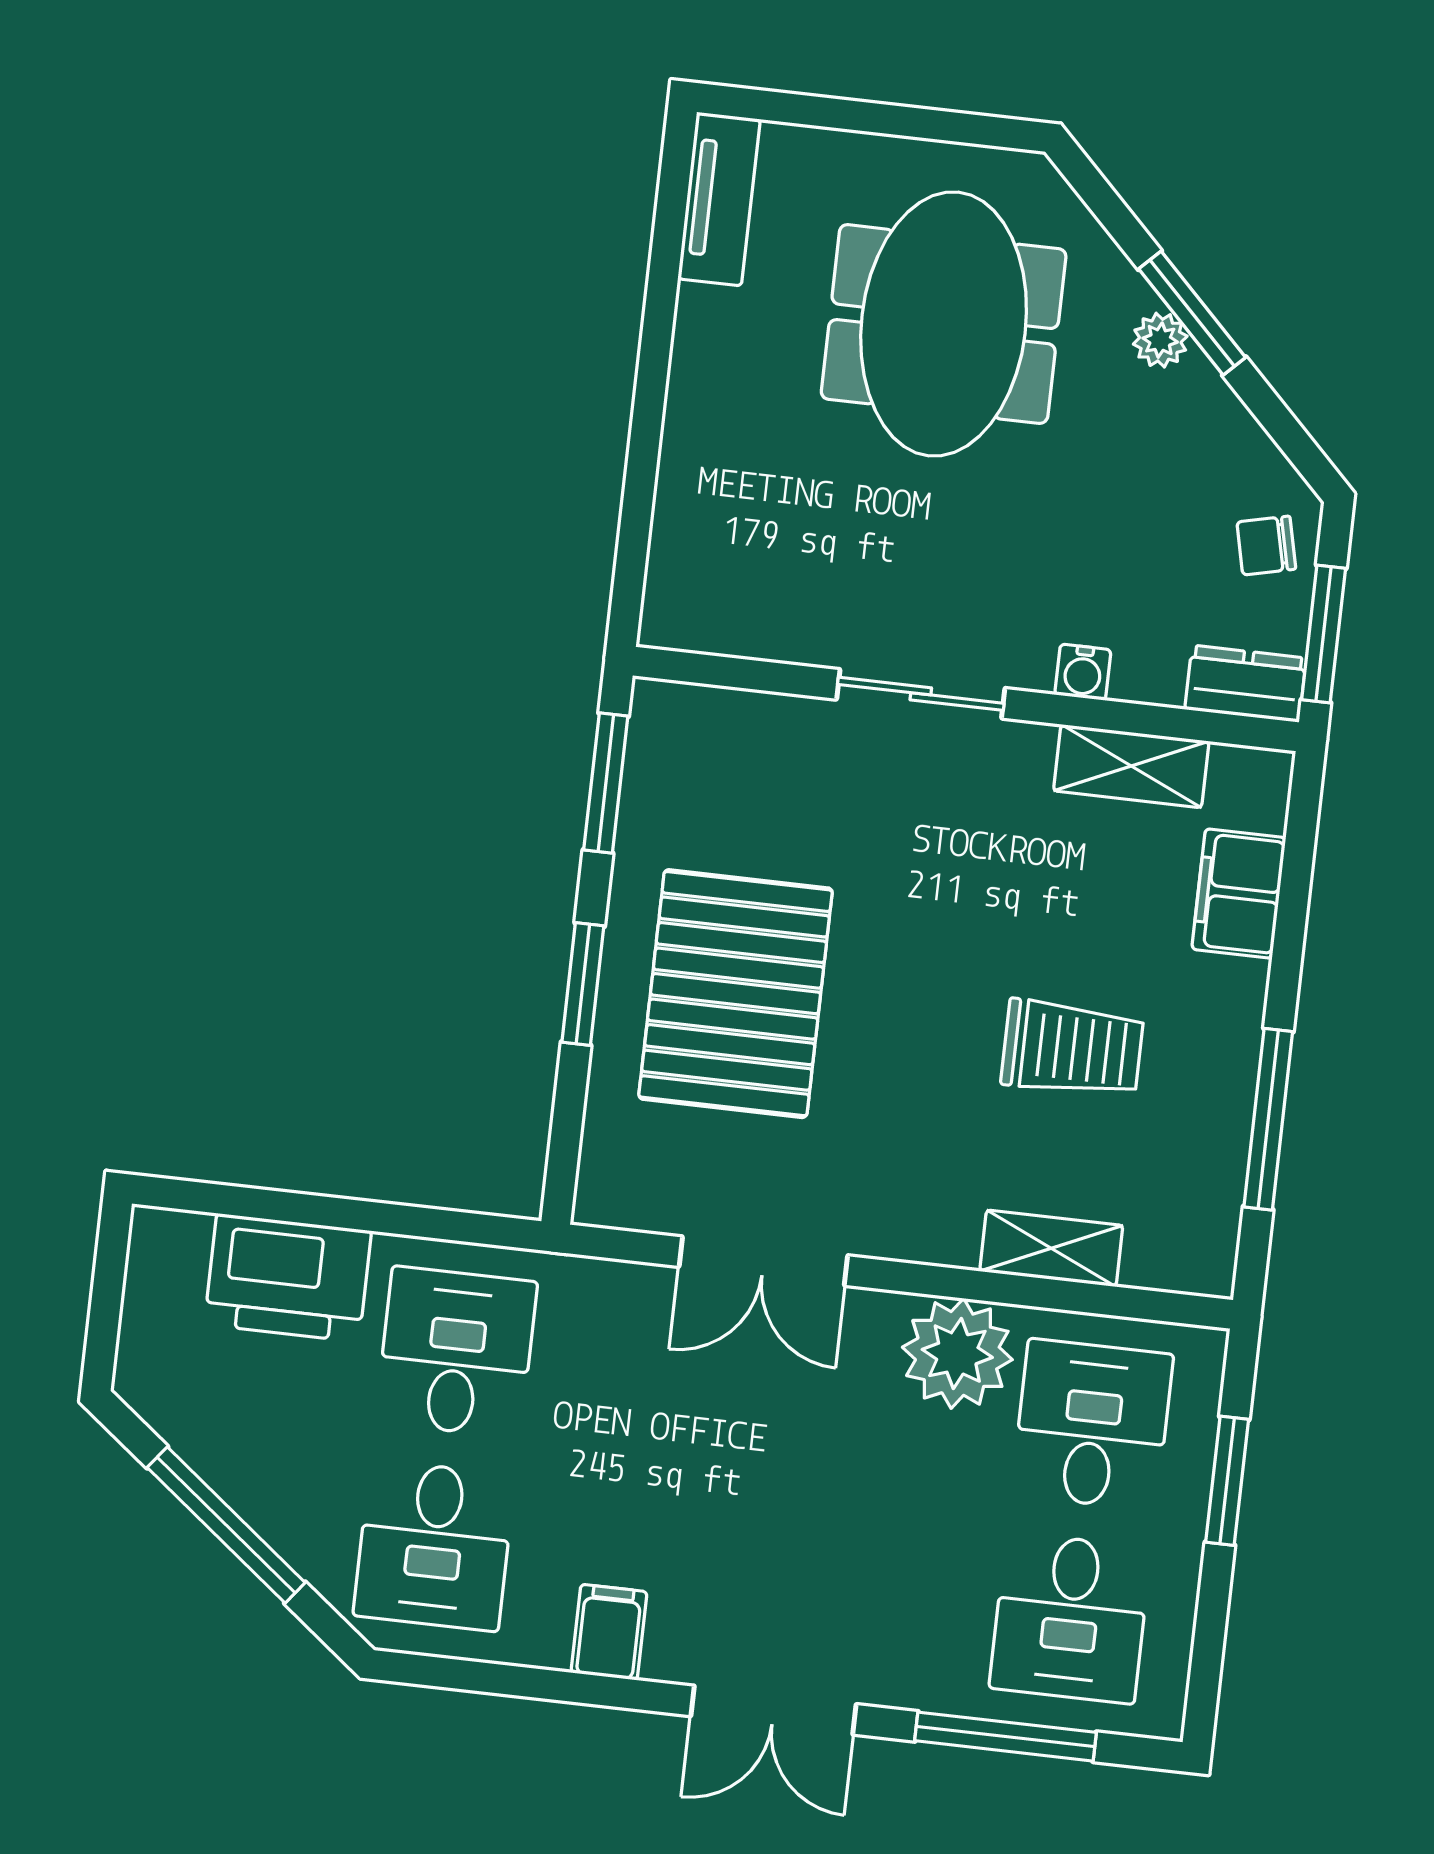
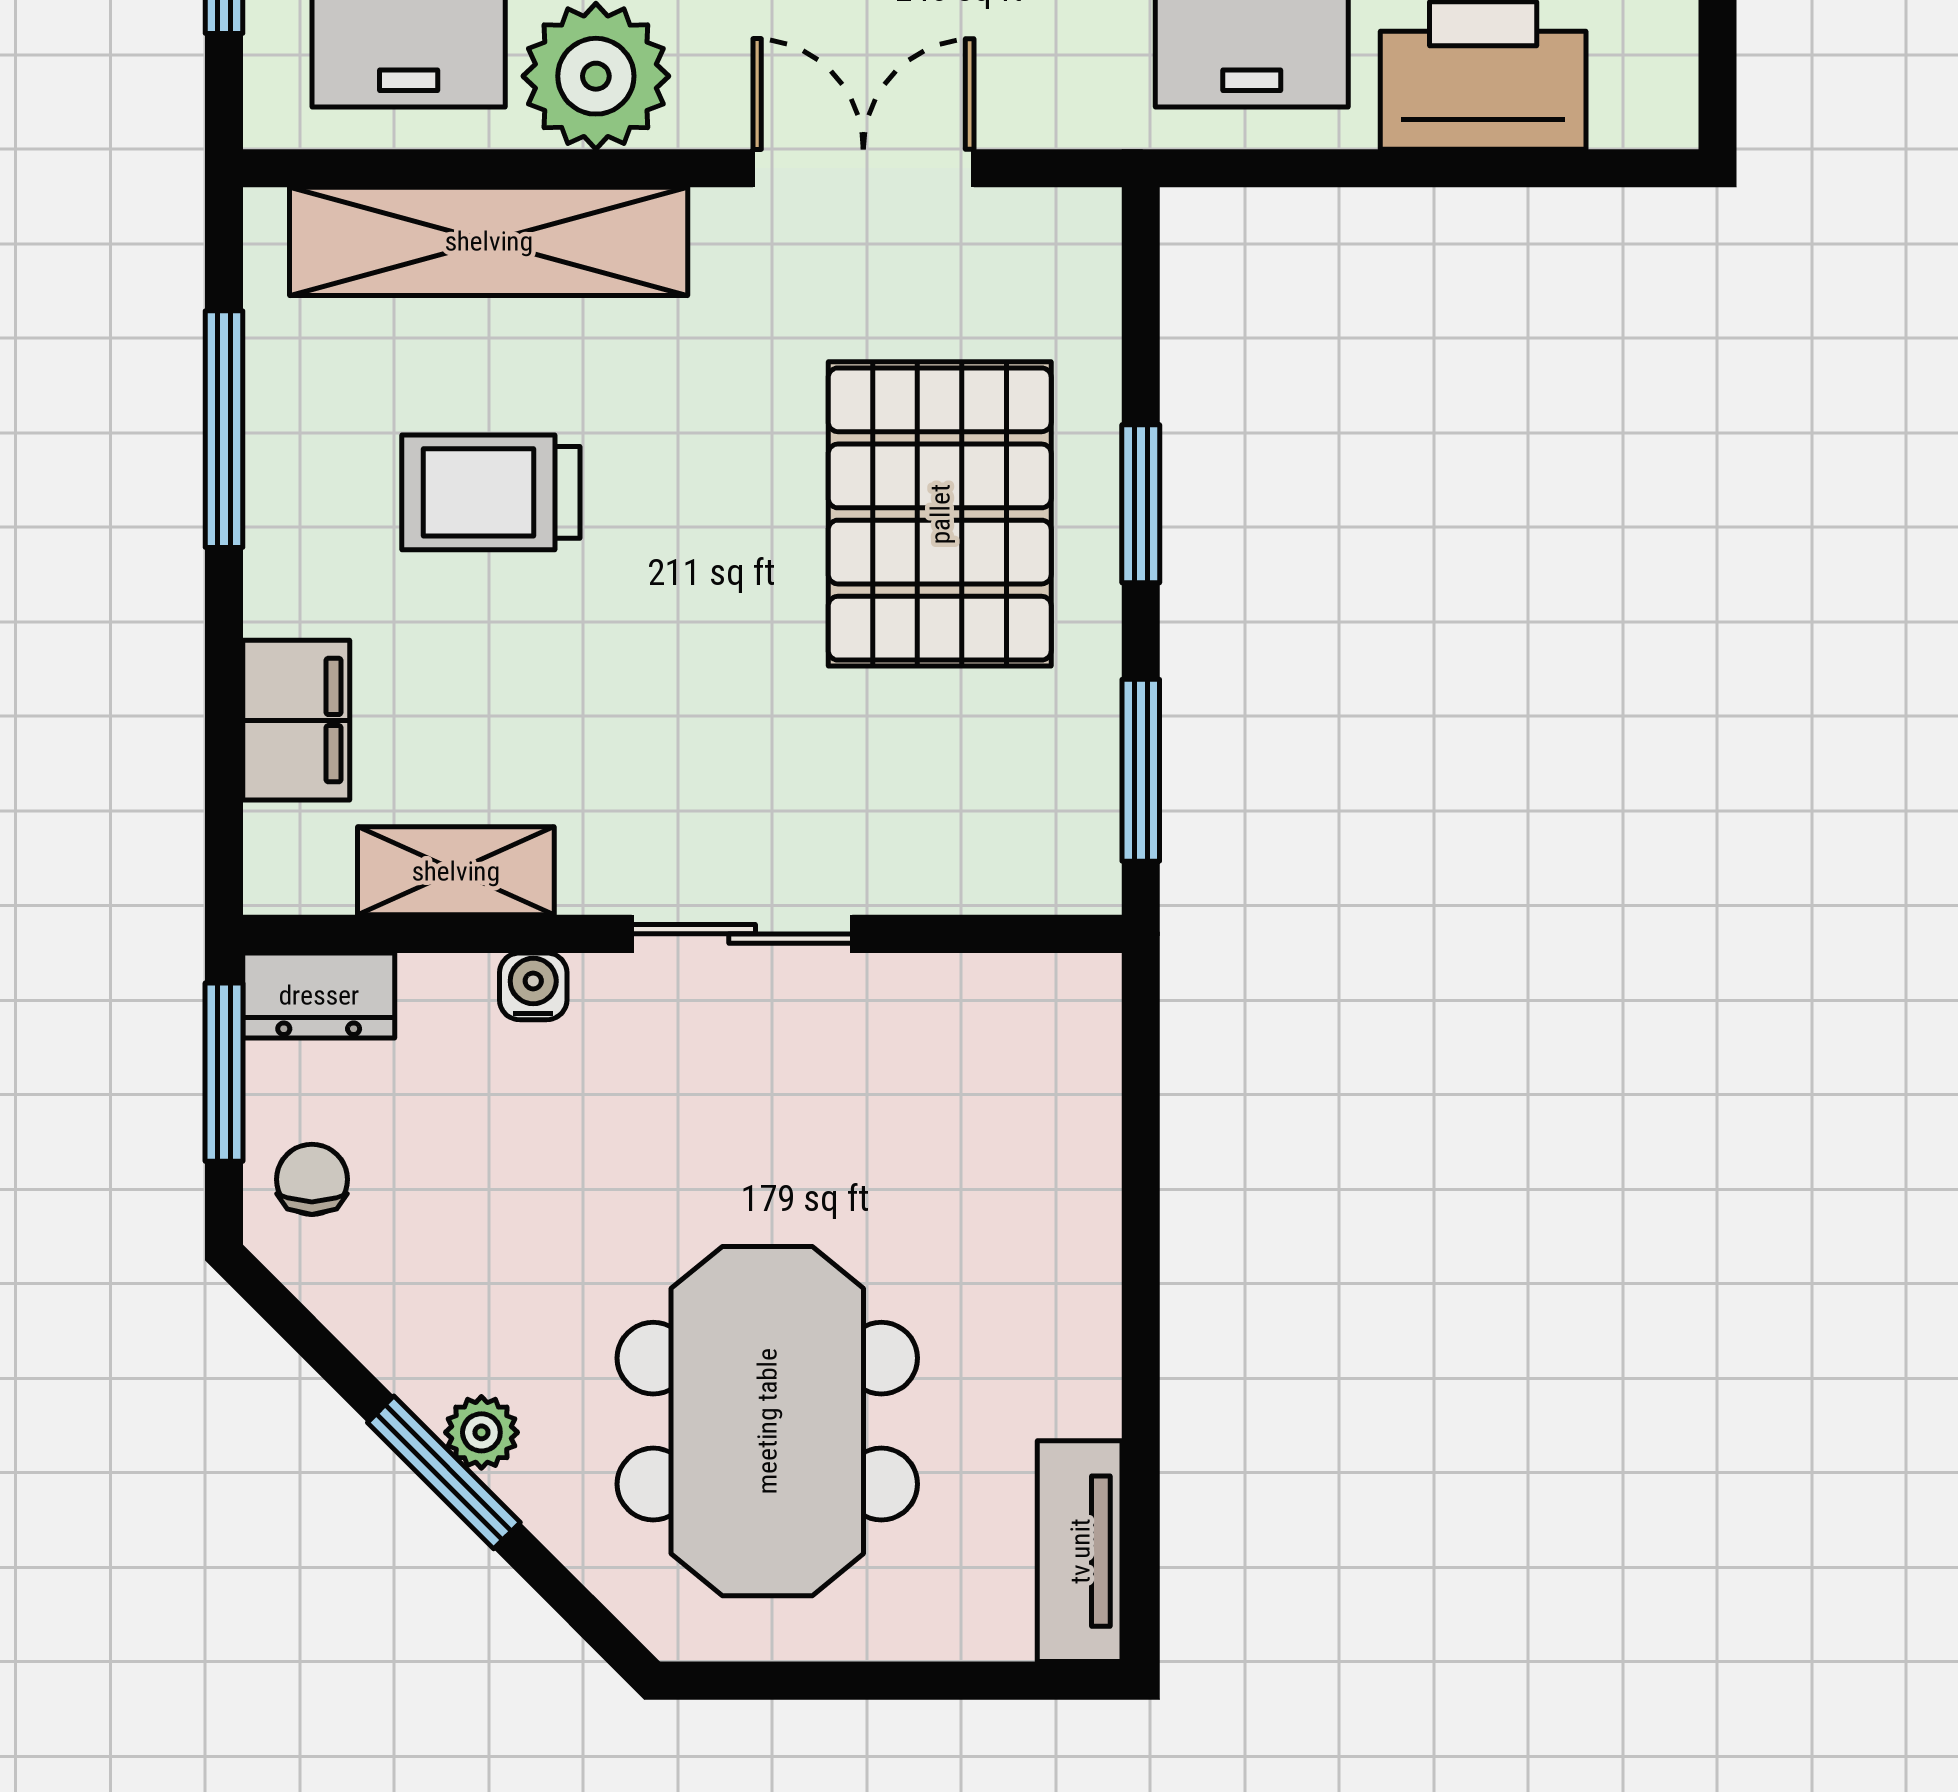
chair: (1266, 546) -> (312, 1179), turned -77
shelving: (1051, 1248) -> (489, 241), width x2.20, depth x1.33

